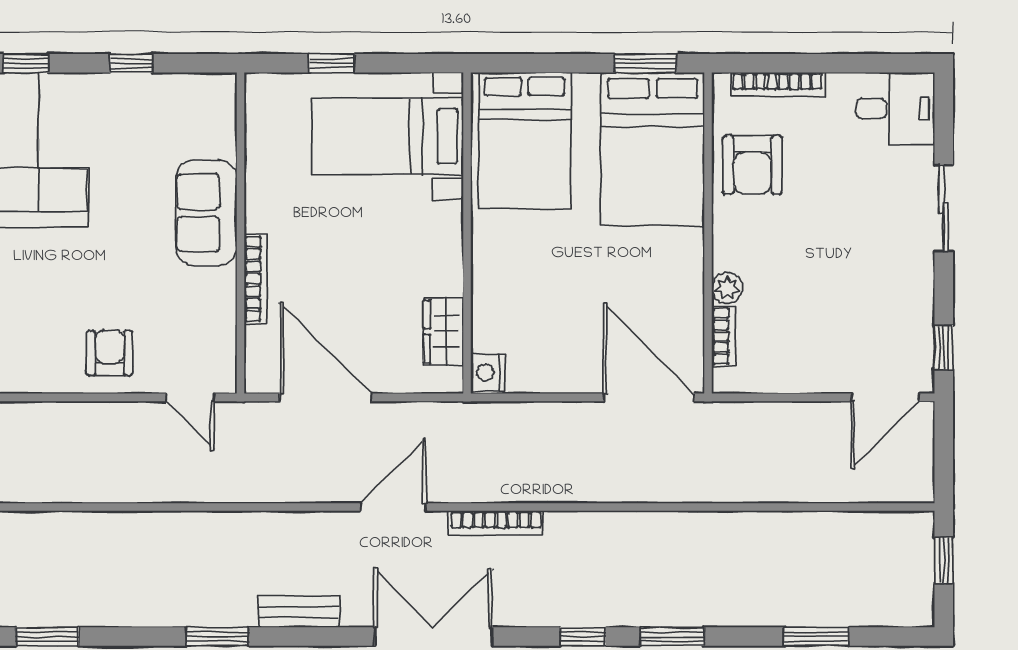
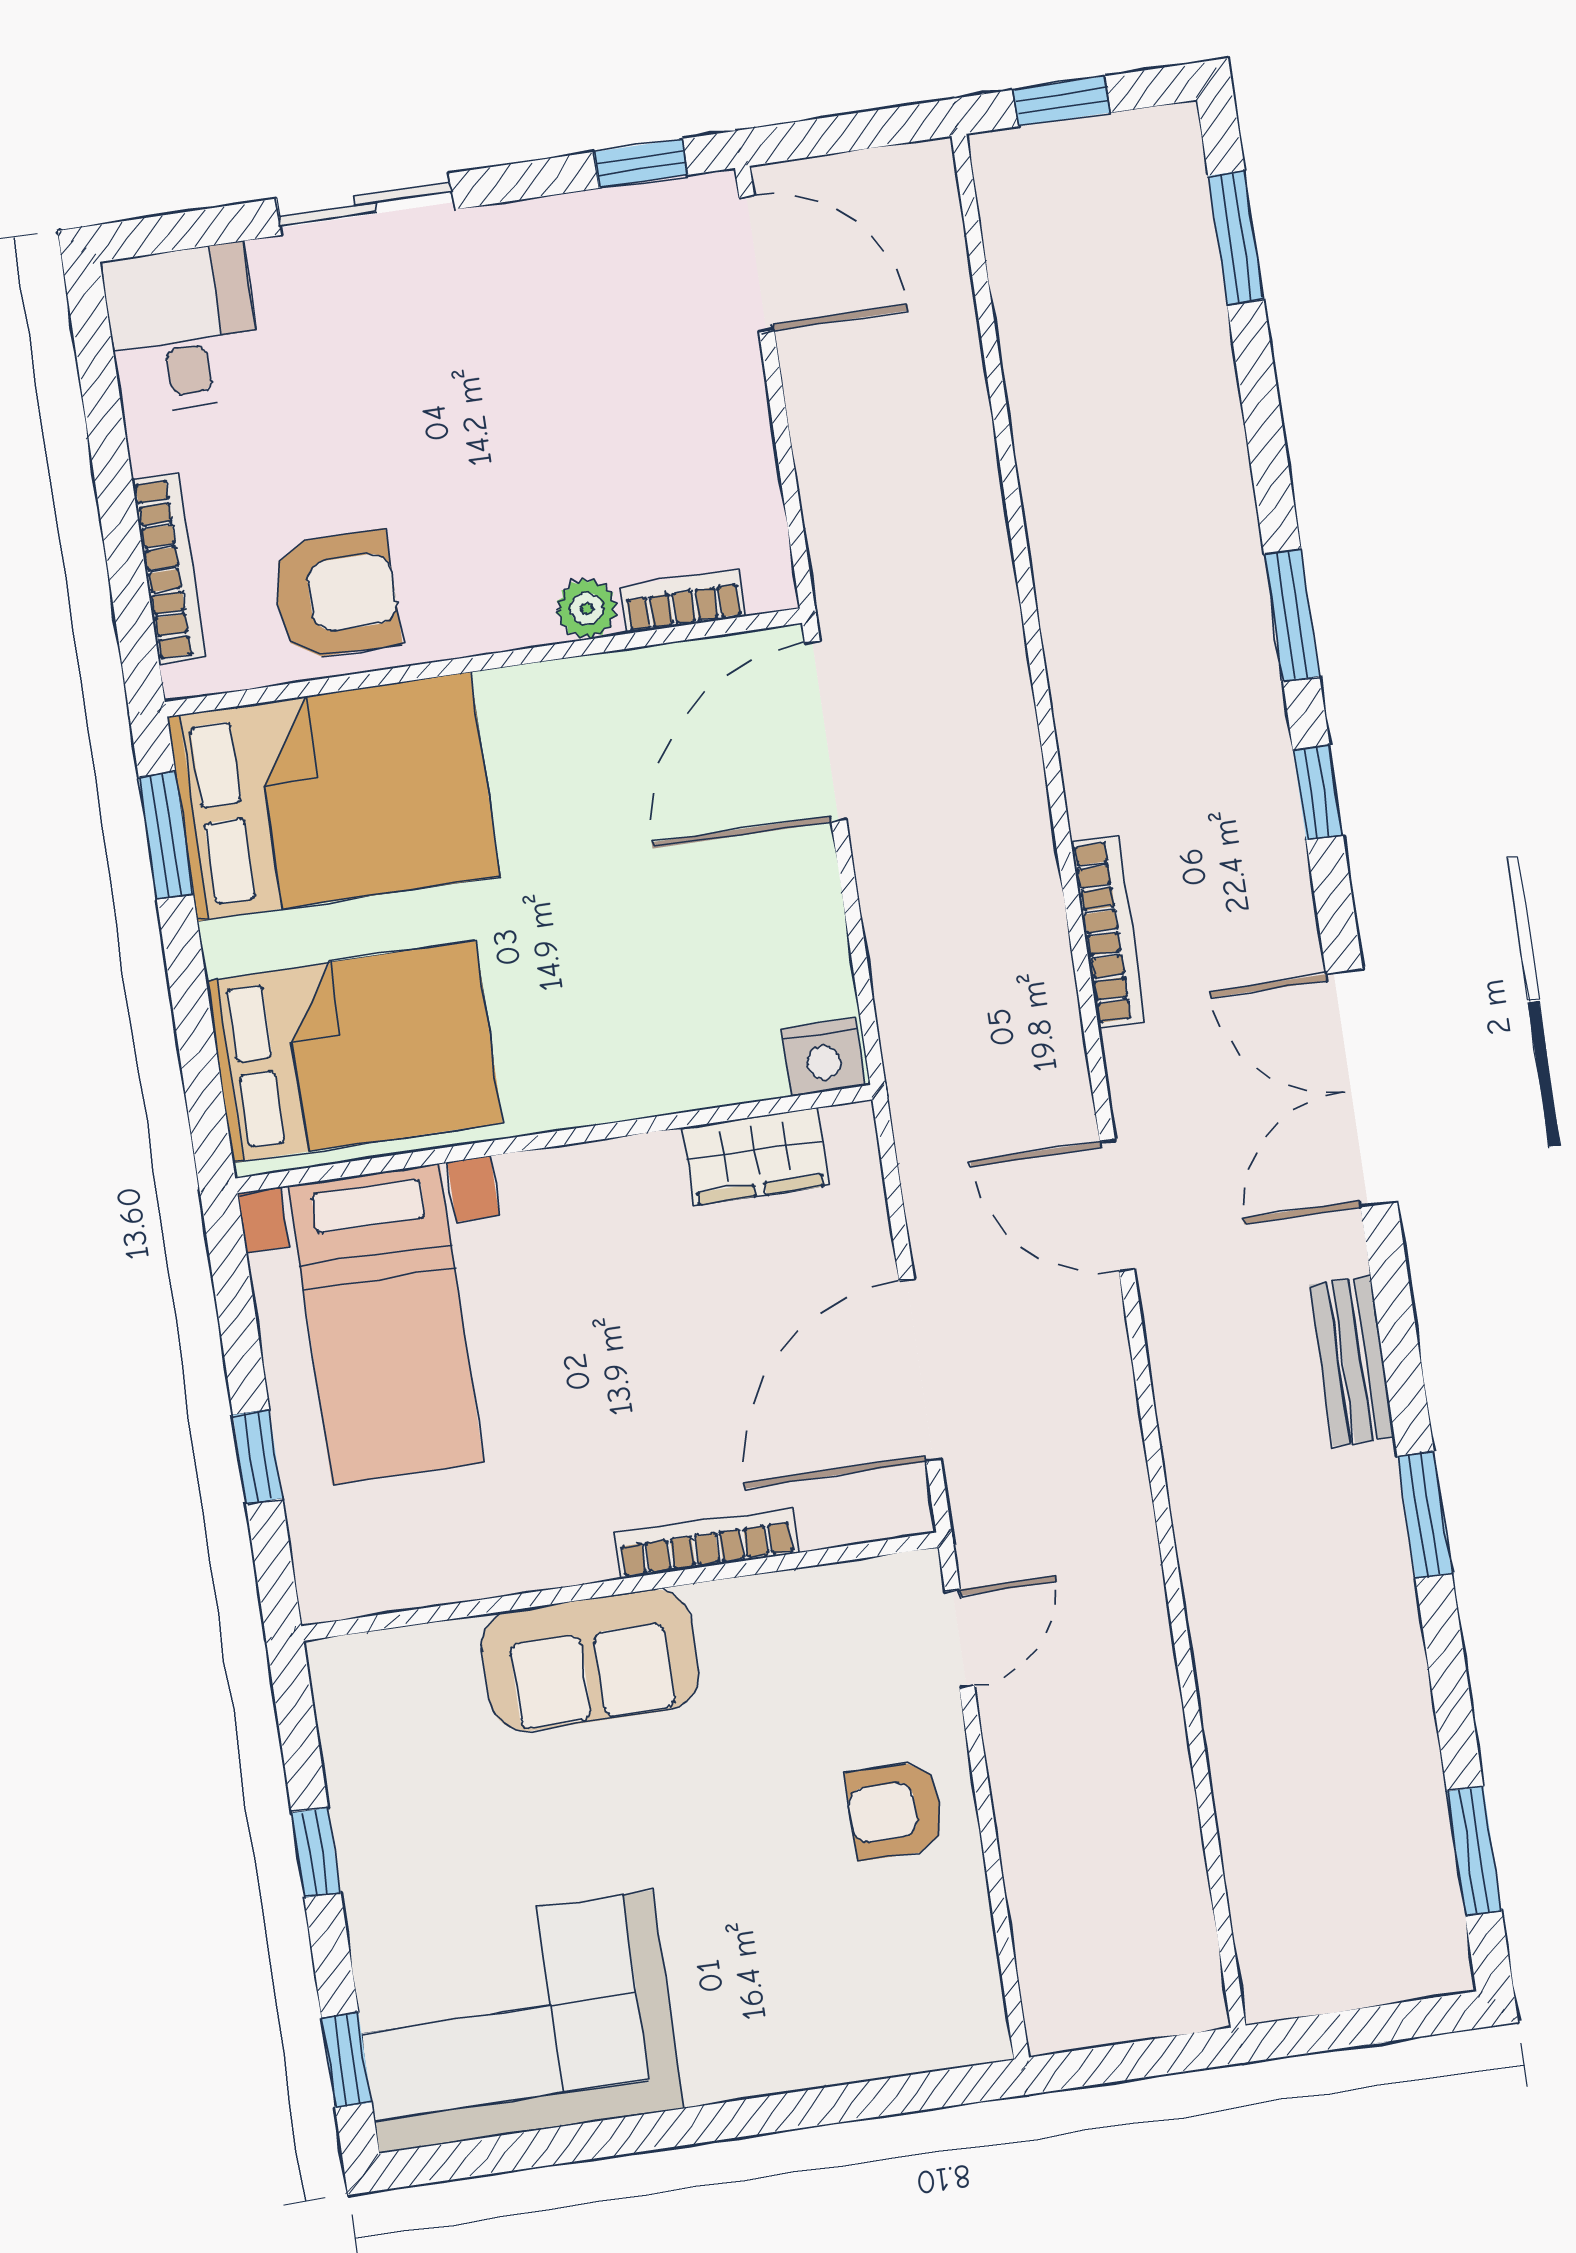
bookcase: (496, 523) -> (1108, 932), moved
window: (816, 637) -> (1236, 237), moved

